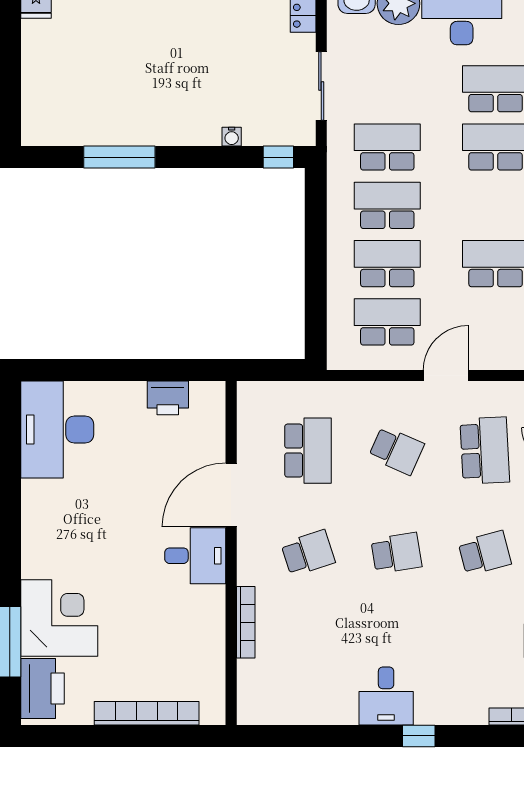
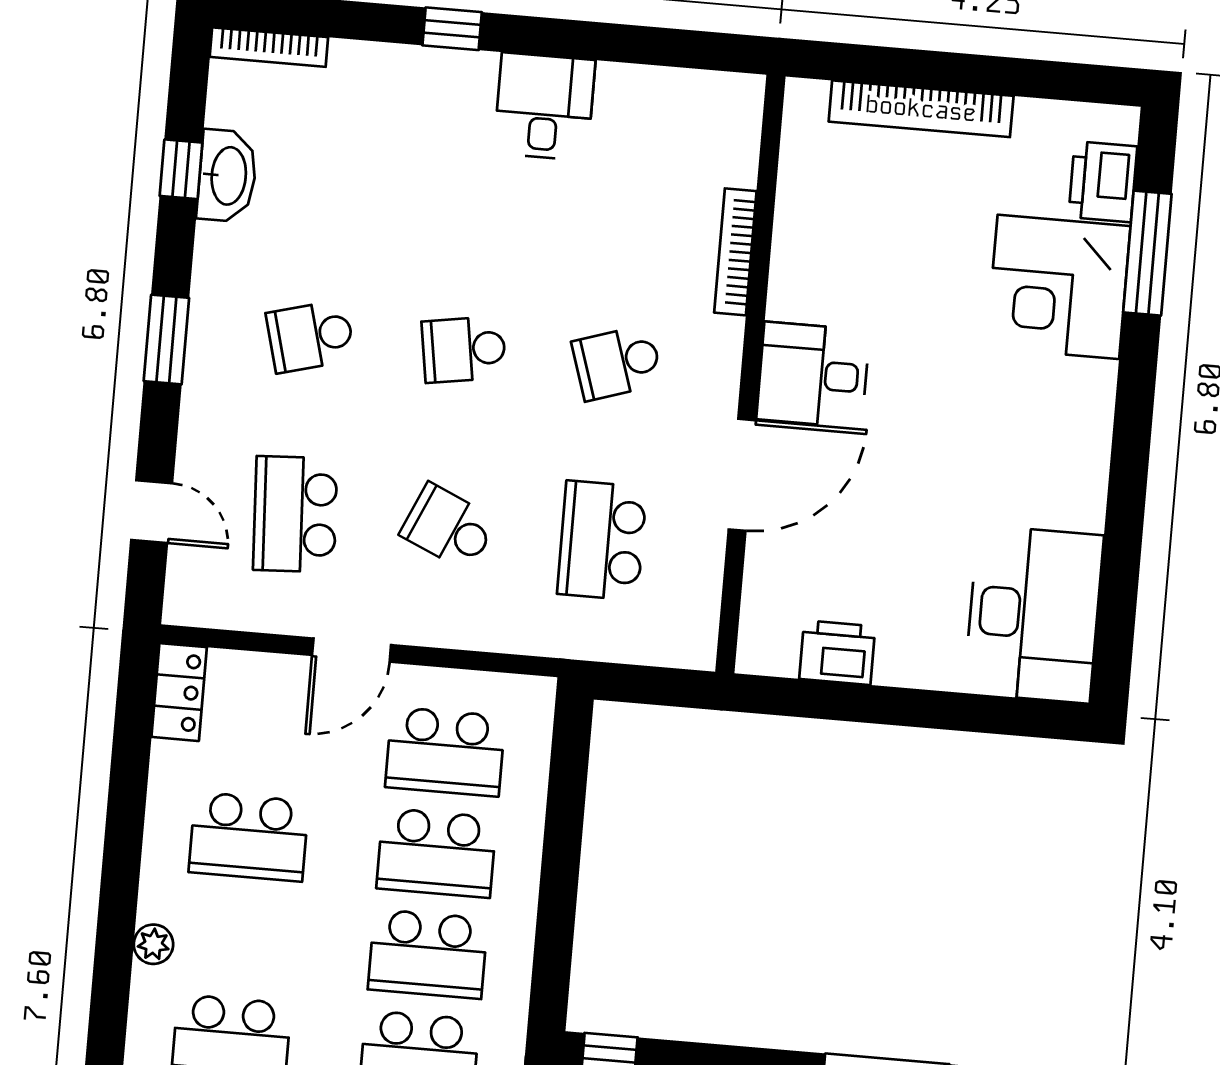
printer: (42, 689) -> (1103, 182), width x0.73, depth x0.84
desk: (386, 696) -> (544, 107), moved

